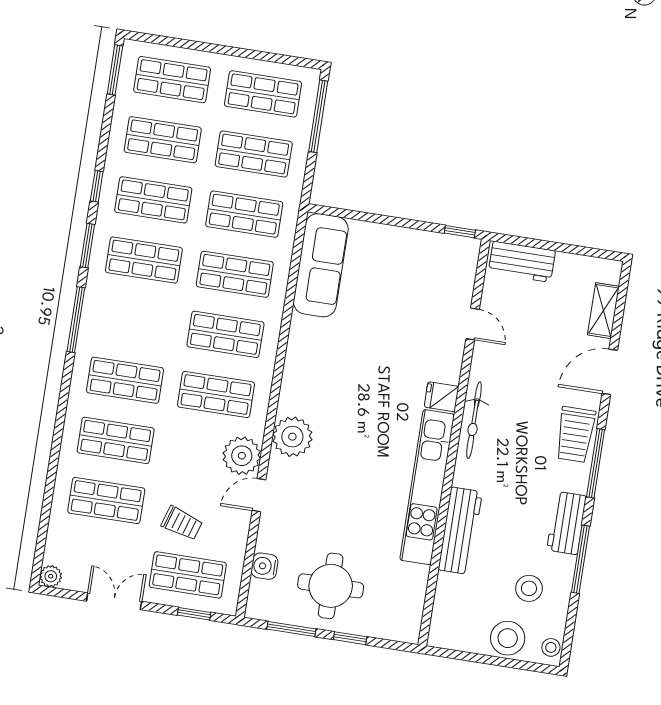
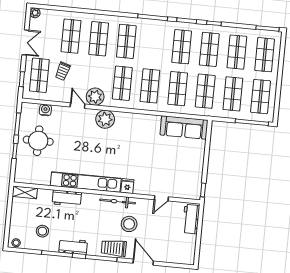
shelving: (603, 311) -> (25, 192), moved
workbench: (460, 531) -> (67, 198), width x0.73
stool: (508, 638) -> (129, 224), moved

